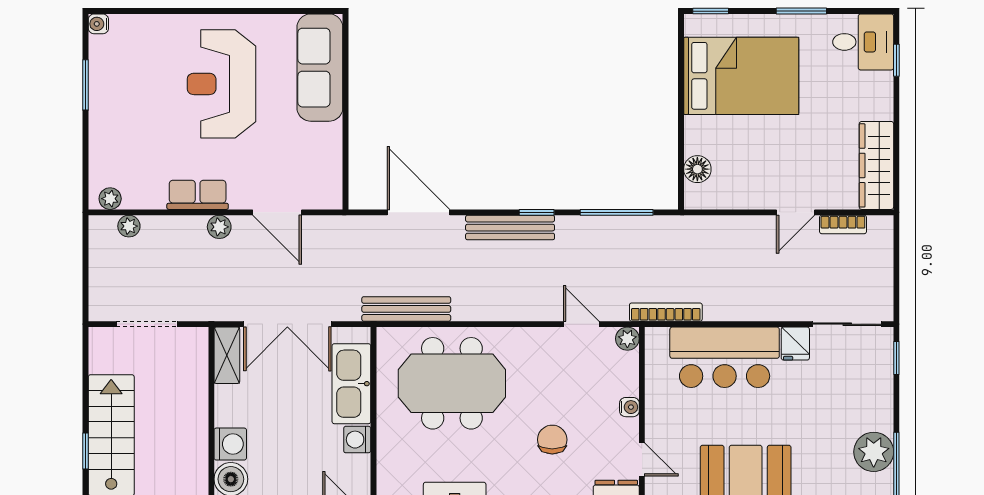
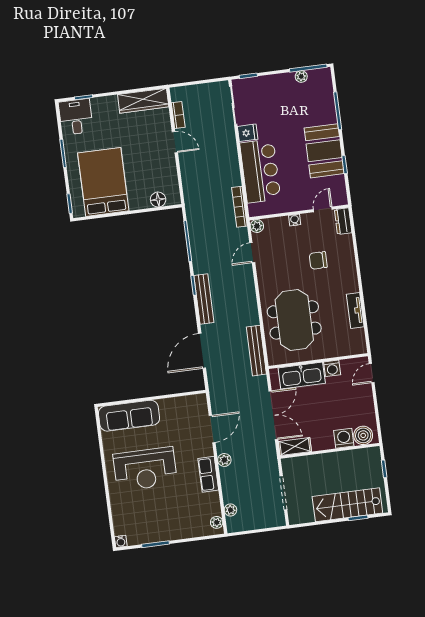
plant: (874, 452) -> (301, 77), width x0.53, depth x0.53

